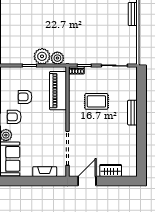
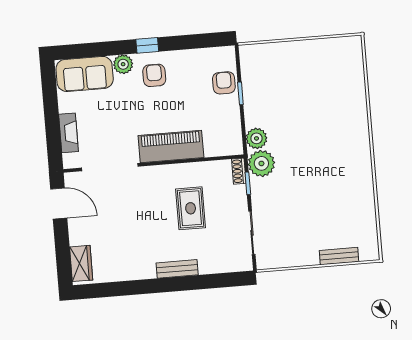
plant: (42, 56) -> (261, 163), moved
piano: (58, 91) -> (171, 146), moved
armchair: (25, 97) -> (224, 83), moved
wardrobe: (111, 170) -> (81, 263), moved

